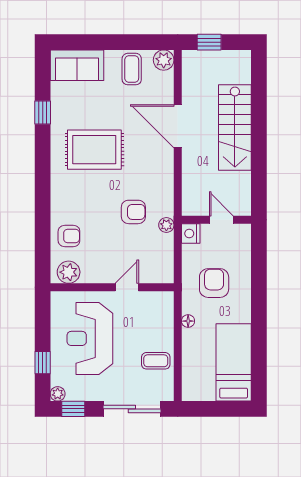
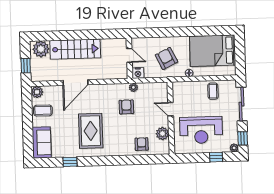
plant: (237, 69) -> (41, 49), added
door: (221, 220) -> (129, 55), swing flipped
plant: (69, 272) -> (162, 134), moved
armchair: (214, 283) -> (166, 58), turned 64
bed: (234, 362) -> (213, 51), width x1.50

